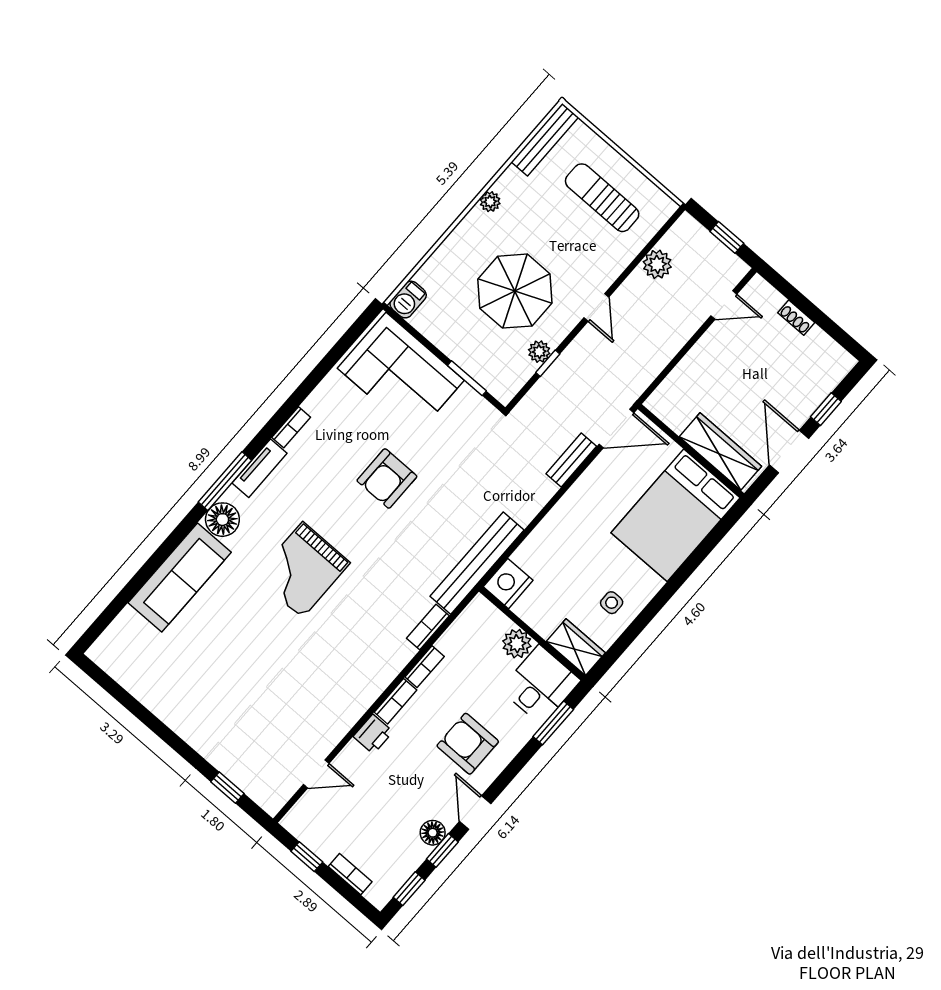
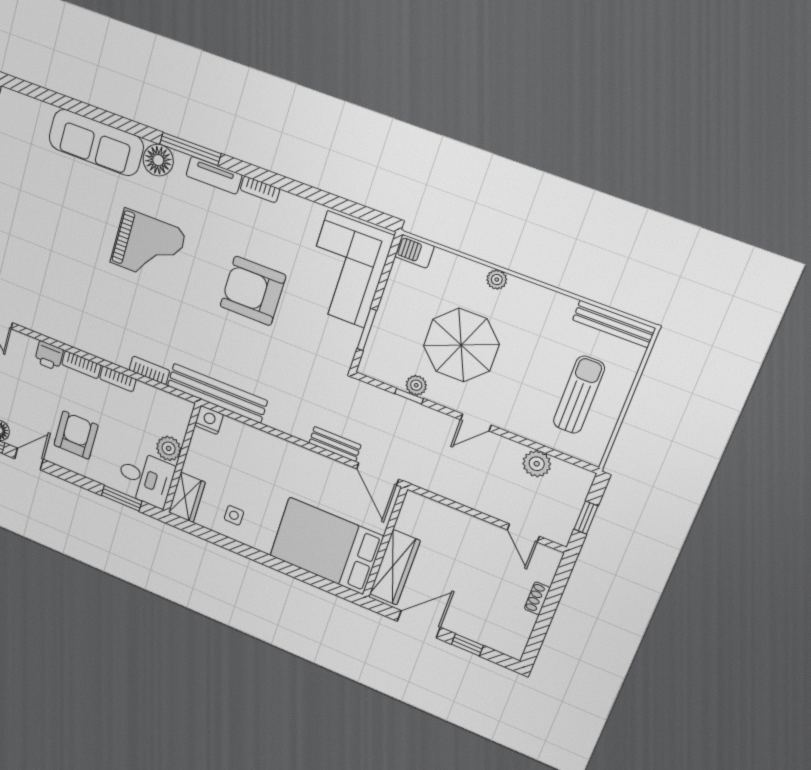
plant: (490, 202) -> (497, 280), moved
armchair: (387, 478) -> (253, 291), width x1.36, depth x1.36
grand piano: (302, 570) -> (148, 247), turned 180
nightstand: (508, 584) -> (209, 420), width x0.74, depth x0.75

